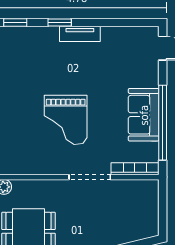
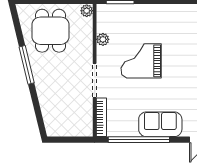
sofa: (144, 115) -> (160, 124), moved
plant: (39, 167) -> (103, 39), added

